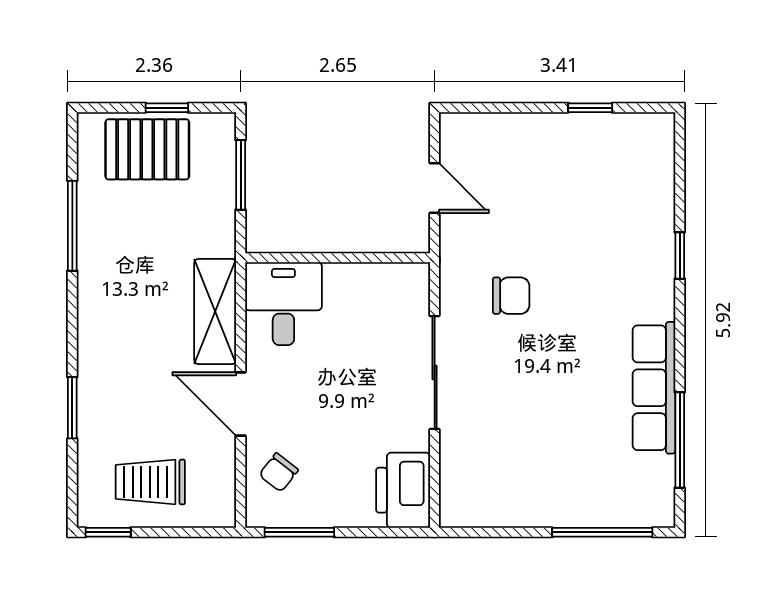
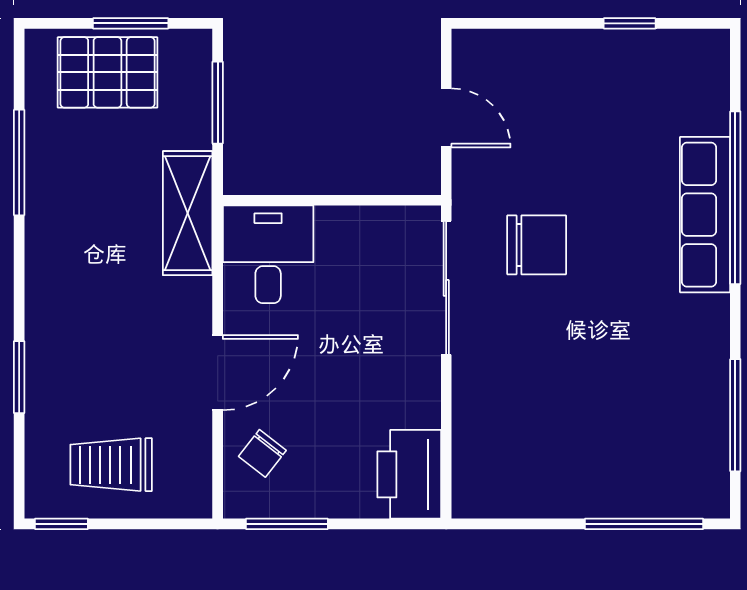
window: (167, 108) -> (131, 23), width x1.50
window: (680, 256) -> (735, 198), width x3.17
chair: (511, 296) -> (537, 245), width x1.37, depth x1.37
shelving: (215, 311) -> (188, 213), moved
sliding door: (435, 372) -> (446, 288), moved
row of seats: (654, 388) -> (705, 215), moved
door: (241, 404) -> (218, 373), swing flipped

